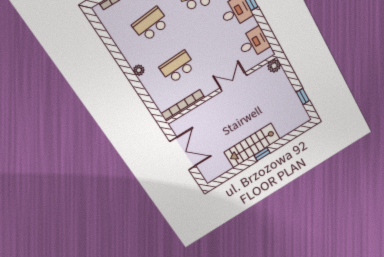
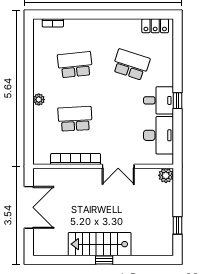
desk: (253, 43) -> (158, 135), width x1.37
double door: (233, 82) -> (118, 166), swing flipped
bookcase: (183, 106) -> (76, 159), moved

